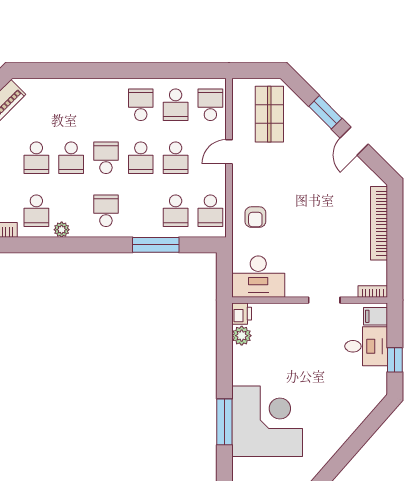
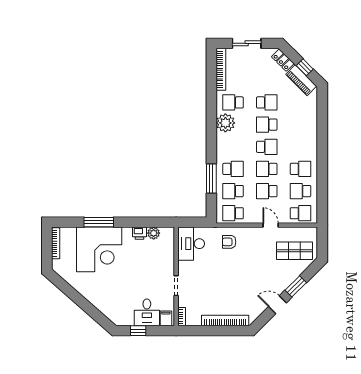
school desk: (36, 158) -> (267, 102), turned 180
school desk: (106, 211) -> (233, 169), moved
plant: (62, 230) -> (225, 123), width x1.87, depth x1.87
printer: (242, 314) -> (140, 233), moved

